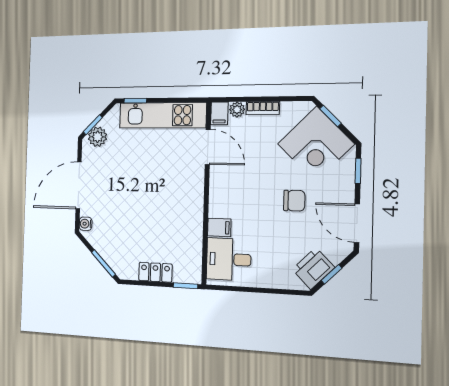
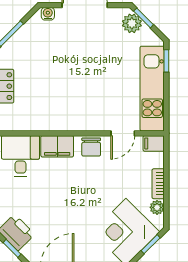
plant: (237, 110) -> (157, 207), moved
door: (208, 147) -> (123, 133), width x0.73
chair: (294, 201) -> (91, 147), moved
filing cabinet: (219, 227) -> (57, 146), width x2.00

